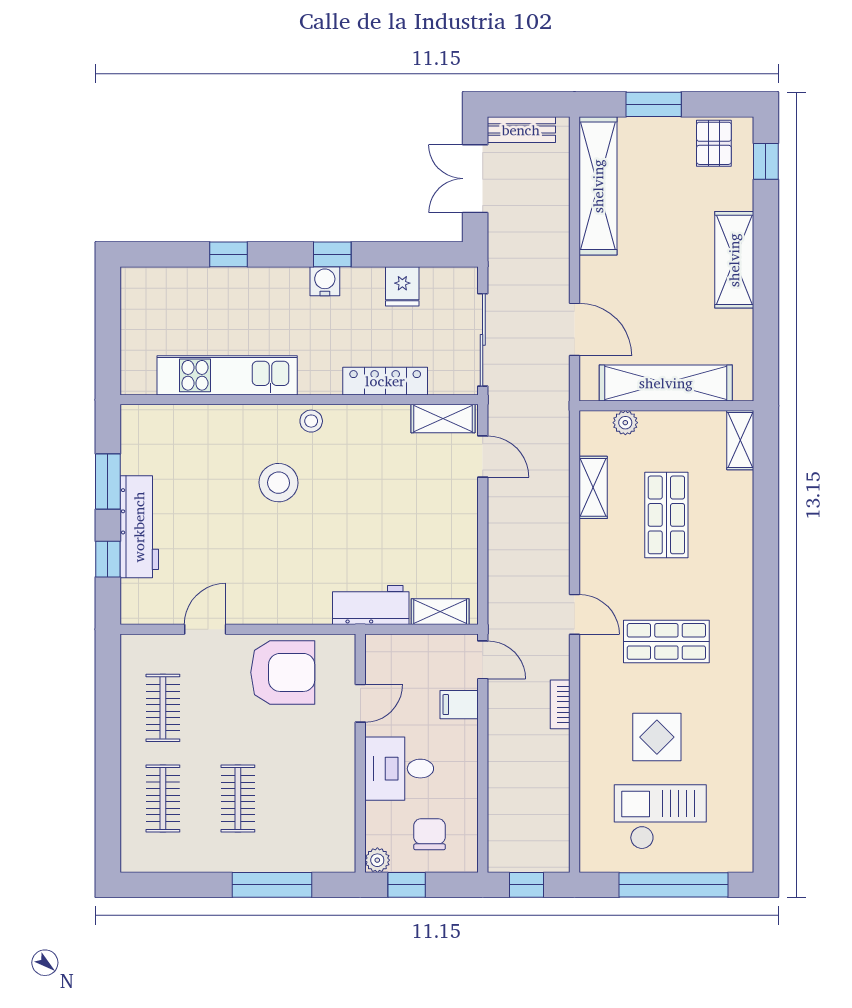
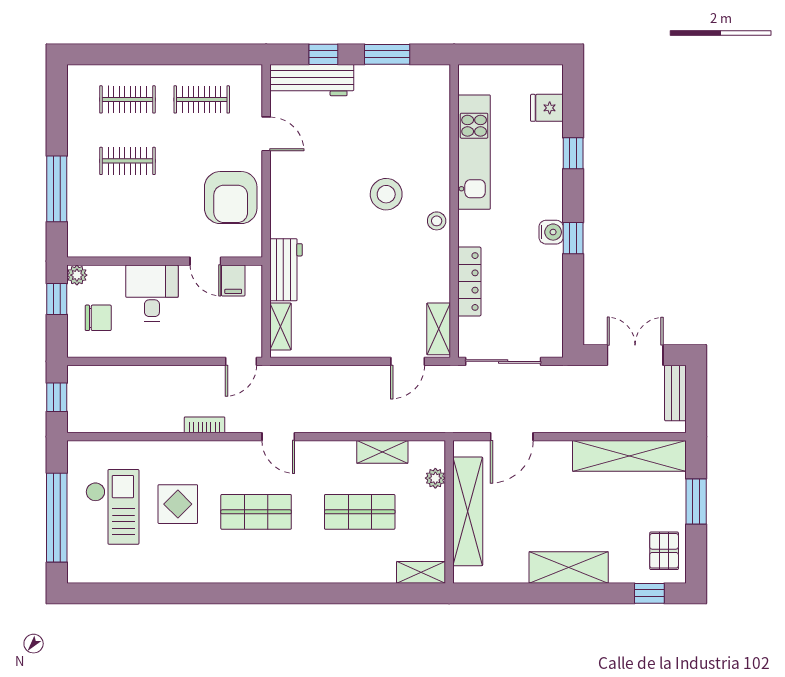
pallet: (714, 143) -> (664, 551), turned 90
fridge: (402, 286) -> (547, 108), moved
workbench: (139, 527) -> (312, 80), moved
door: (575, 614) -> (278, 437), hinge flipped
shop shelf: (666, 641) -> (256, 512), turned 90
filing cabinet: (459, 705) -> (233, 280), moved, turned 180

